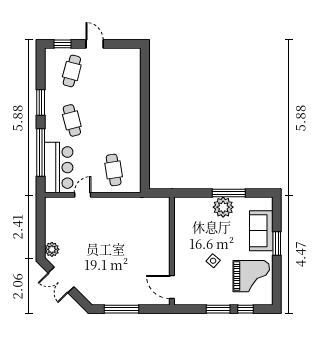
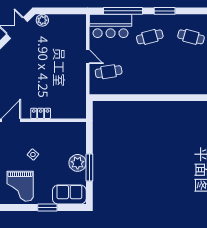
door: (83, 195) -> (88, 57), moved
sofa: (261, 231) -> (69, 195), moved
locker: (164, 251) -> (41, 113), added

